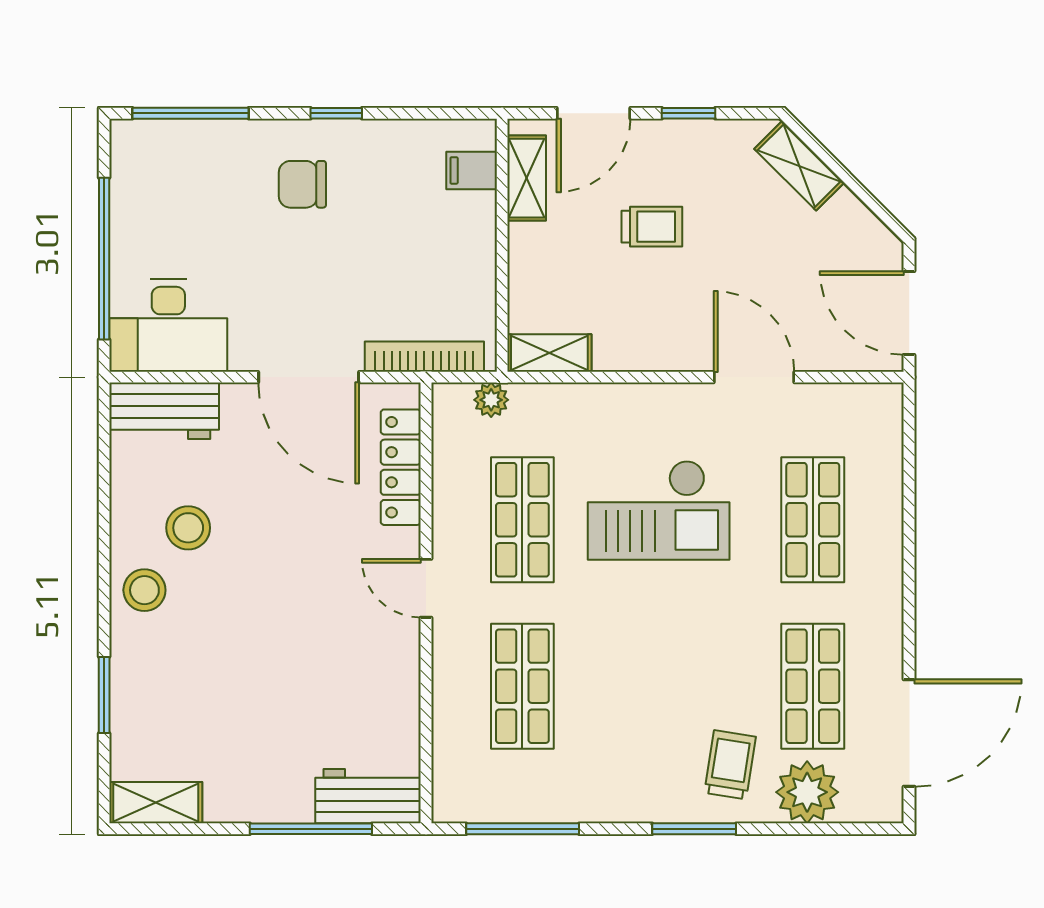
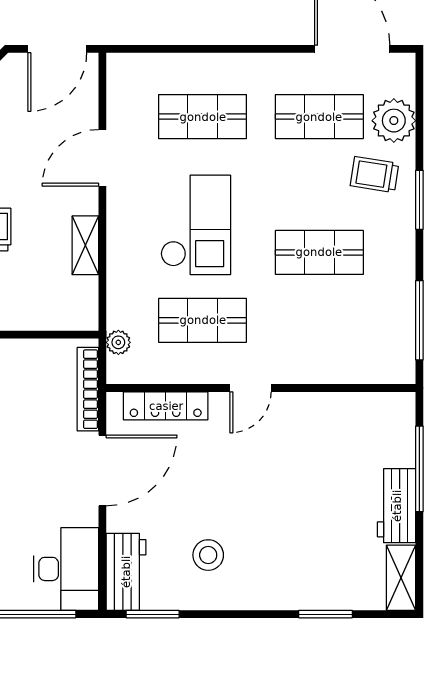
shelving: (549, 353) -> (85, 245), moved
window: (104, 449) -> (153, 614), added
stool: (144, 590) -> (252, 586), removed
shop shelf: (522, 686) -> (319, 252), moved
workbench: (368, 796) -> (397, 506), moved

